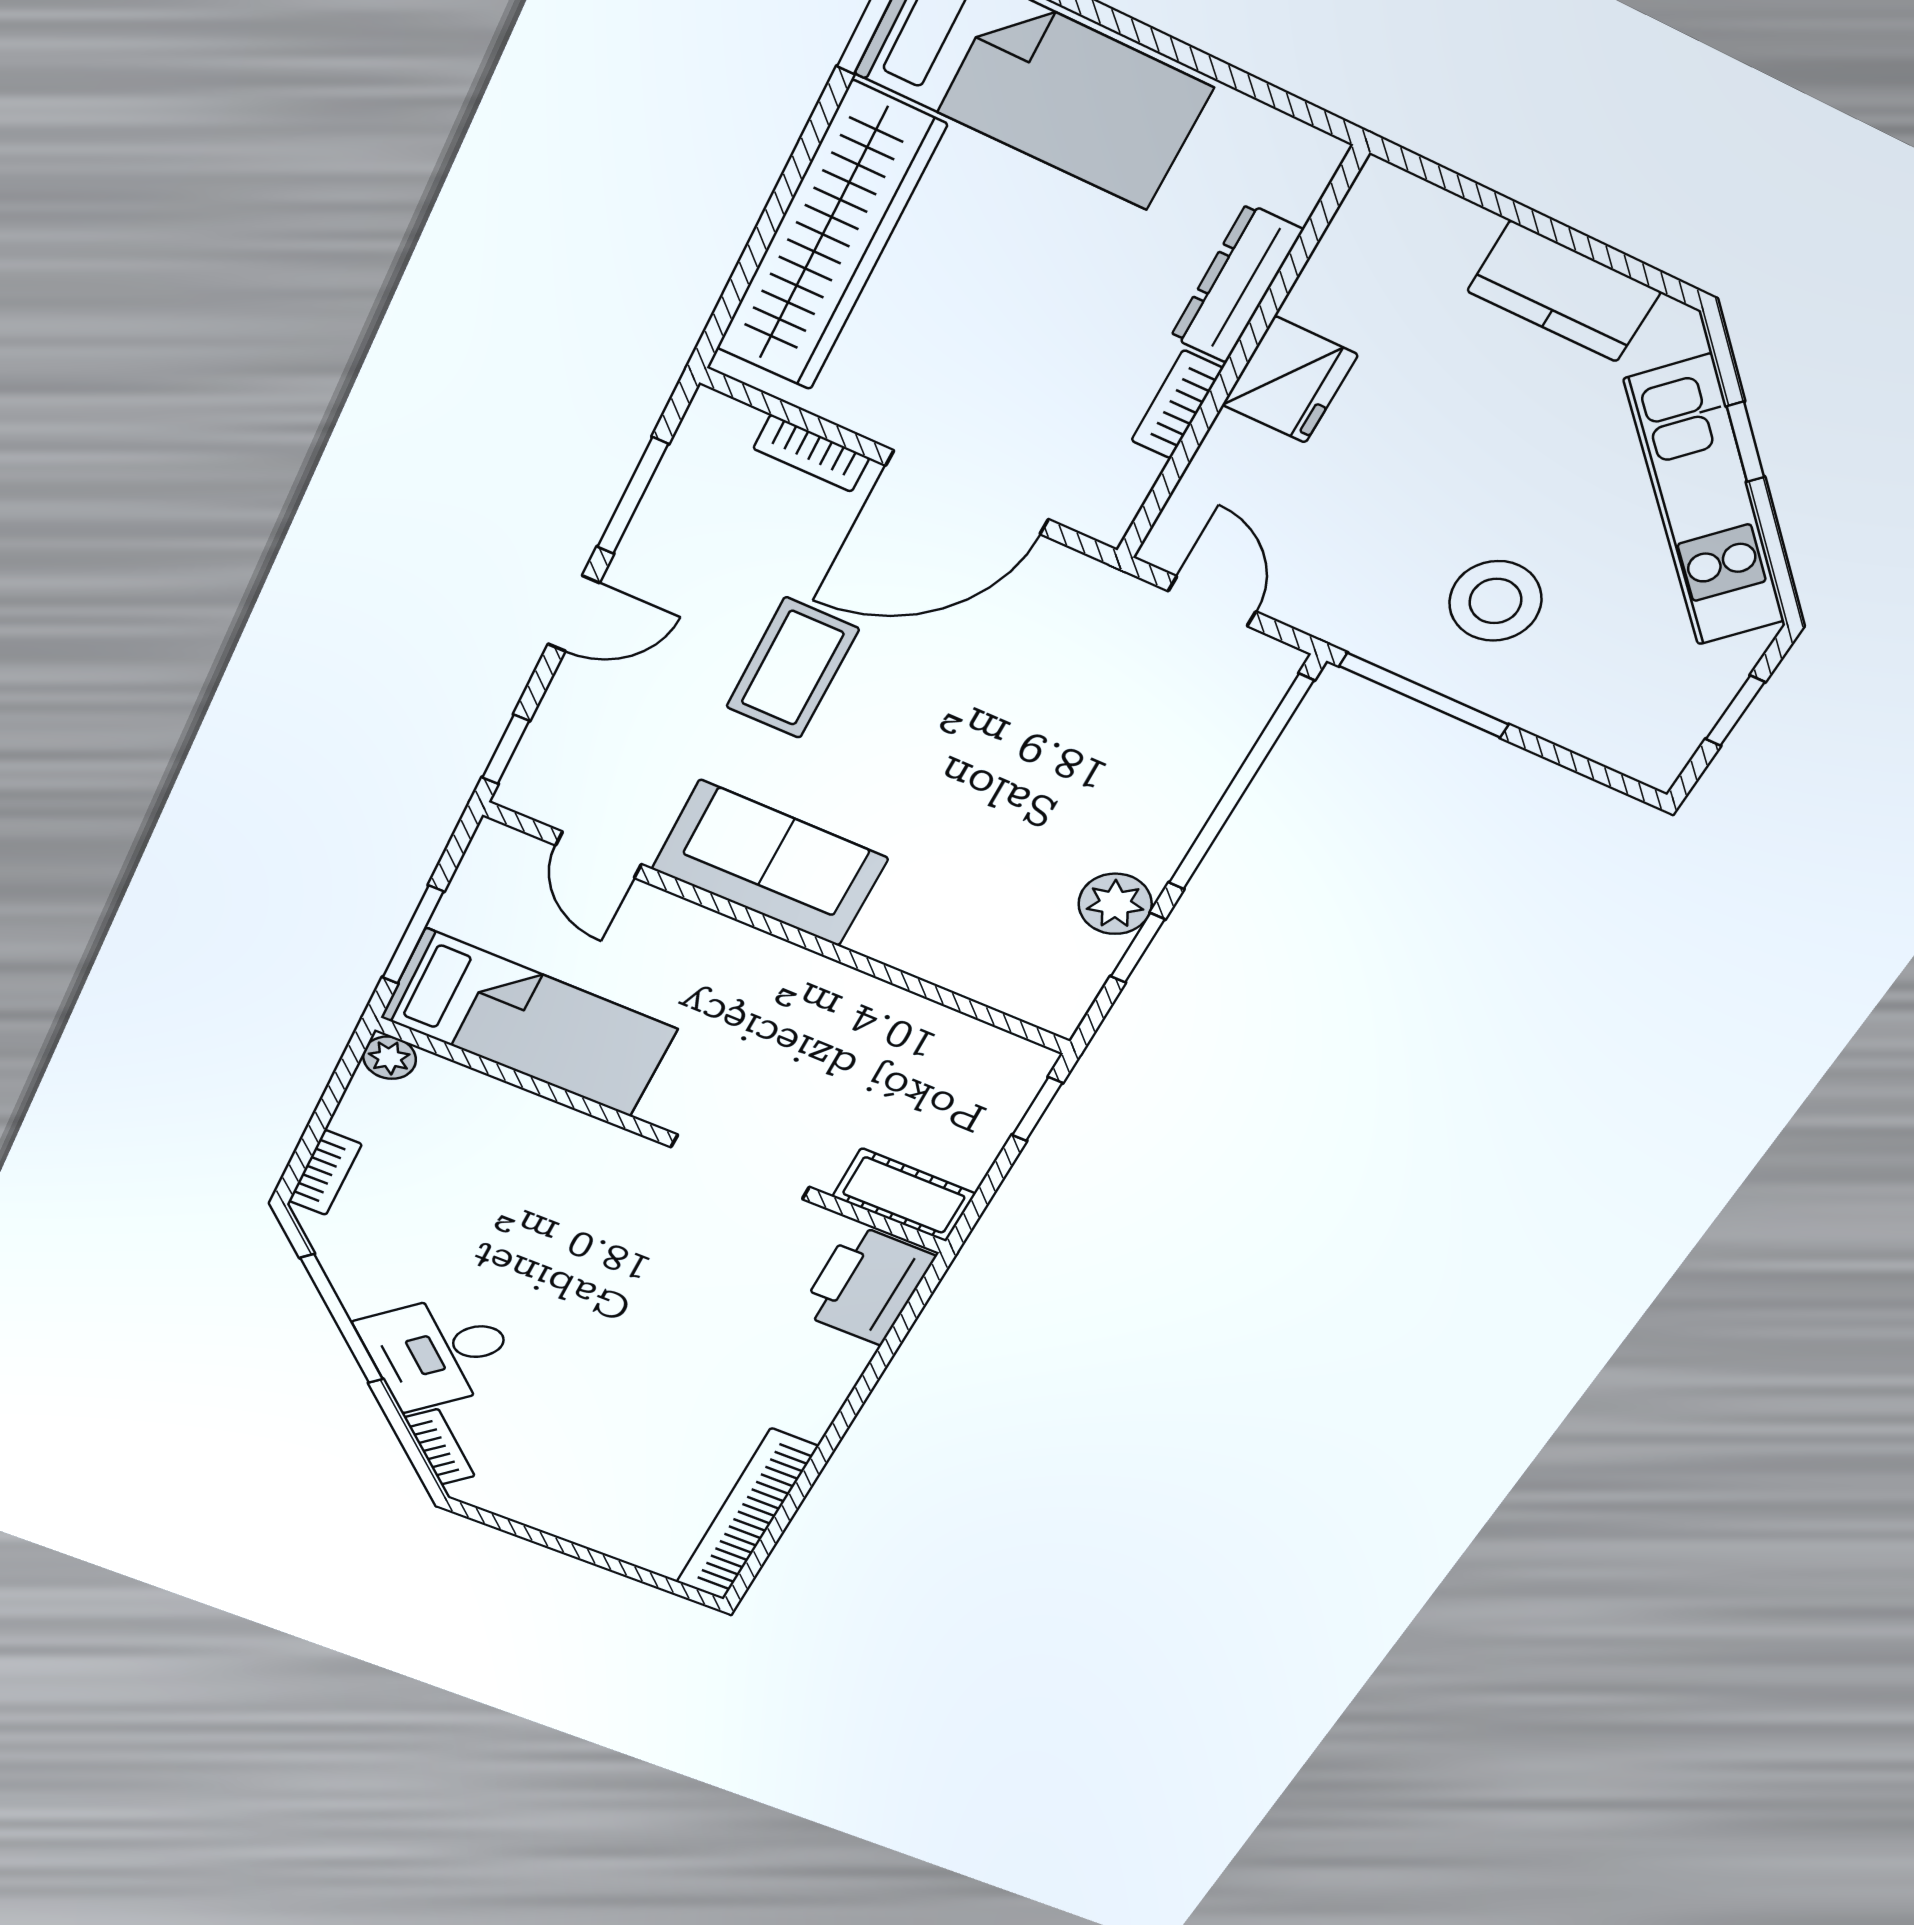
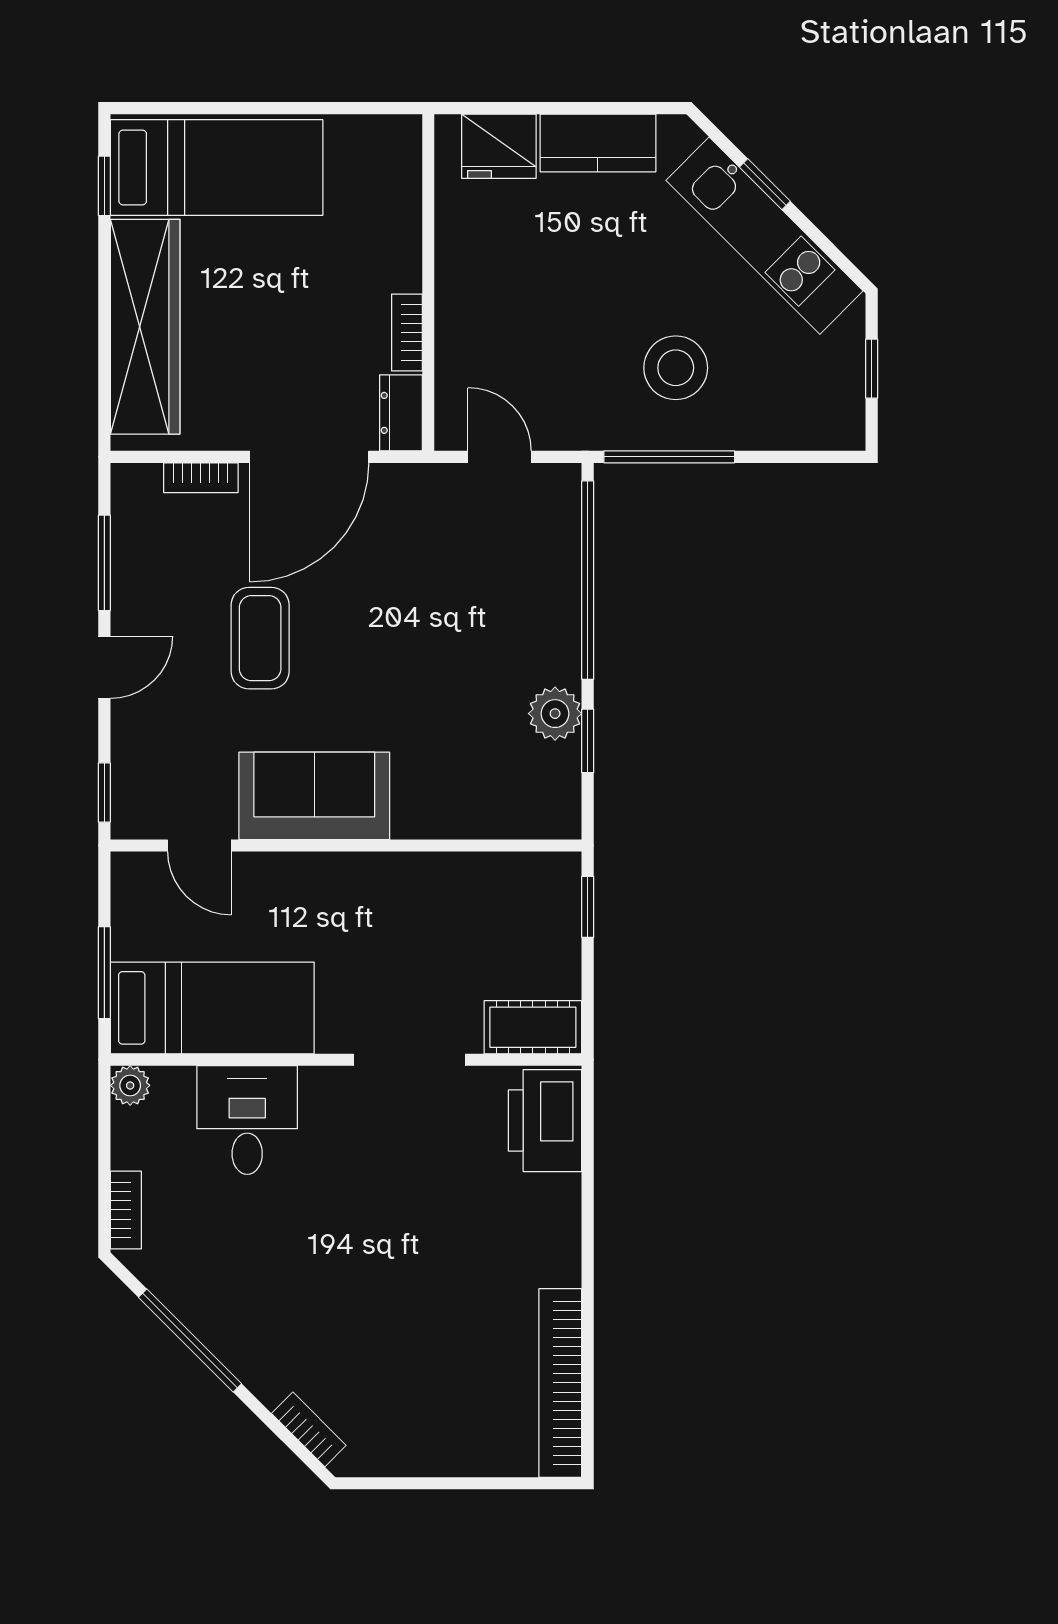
dresser: (1237, 284) -> (401, 413), moved, width x0.70
fridge: (1290, 380) -> (499, 146), moved, turned 90
desk: (439, 1352) -> (247, 1120), moved, turned 135

